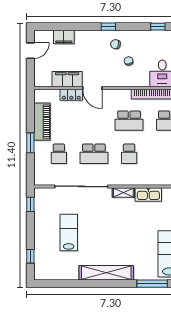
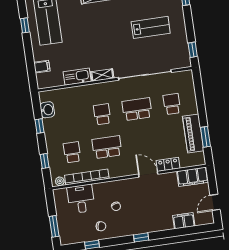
chair: (115, 44) -> (101, 226), moved
filing cabinet: (67, 79) -> (193, 177), moved
window: (30, 143) -> (205, 137), moved
lab bench: (69, 232) -> (151, 27), turned -90

